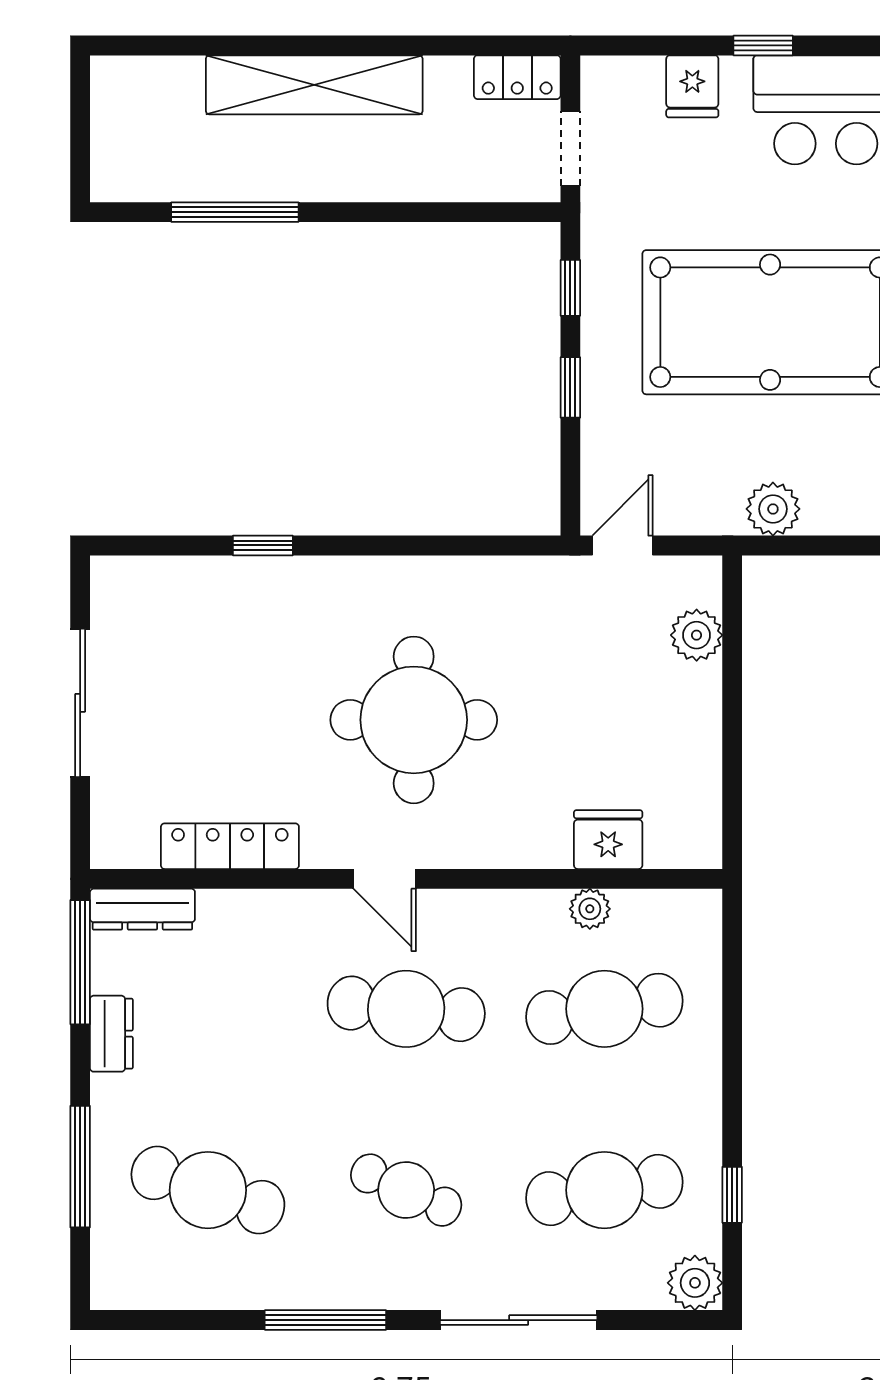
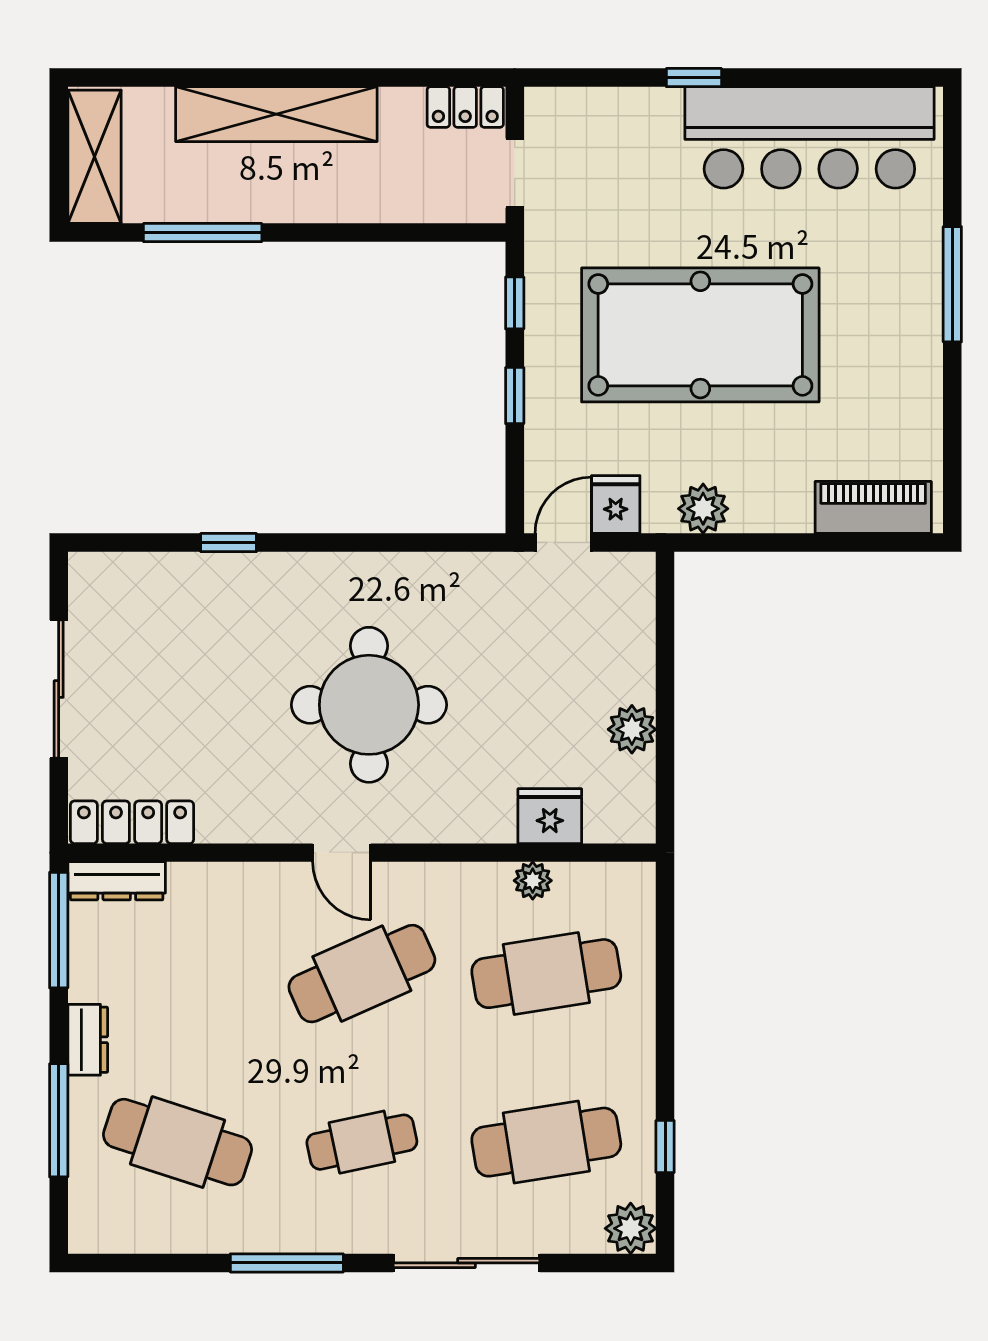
fridge: (692, 86) -> (616, 505), moved, turned 180
shelving: (119, 131) -> (94, 157), added
plant: (697, 635) -> (632, 729), moved
locker: (230, 846) -> (132, 822), moved
cafe table: (406, 1009) -> (362, 974), turned -30
dresser: (111, 1034) -> (88, 1040), moved
cafe table: (406, 1190) -> (362, 1142), turned -36

